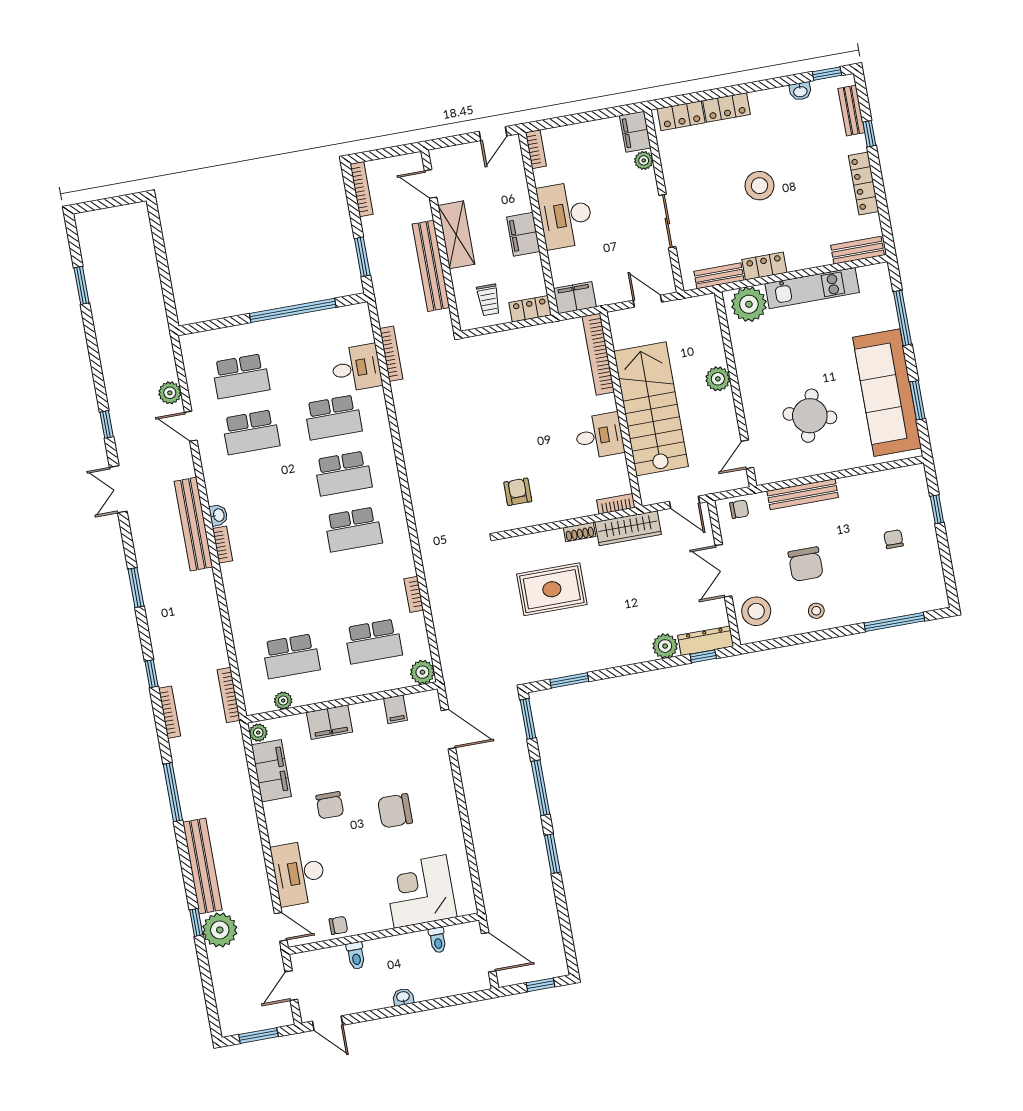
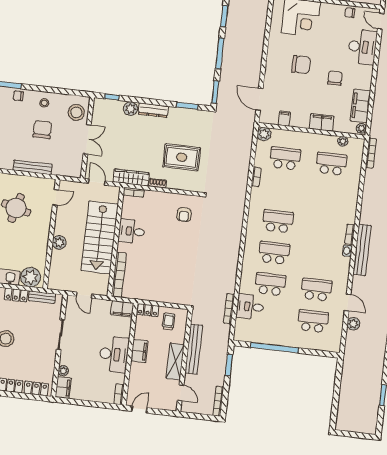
chair: (739, 509) -> (18, 96), moved
dresser: (706, 641) -> (153, 110), moved

